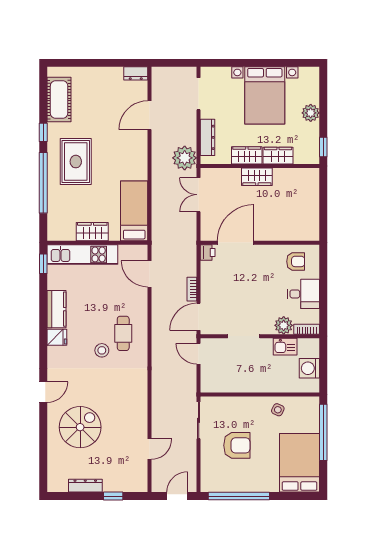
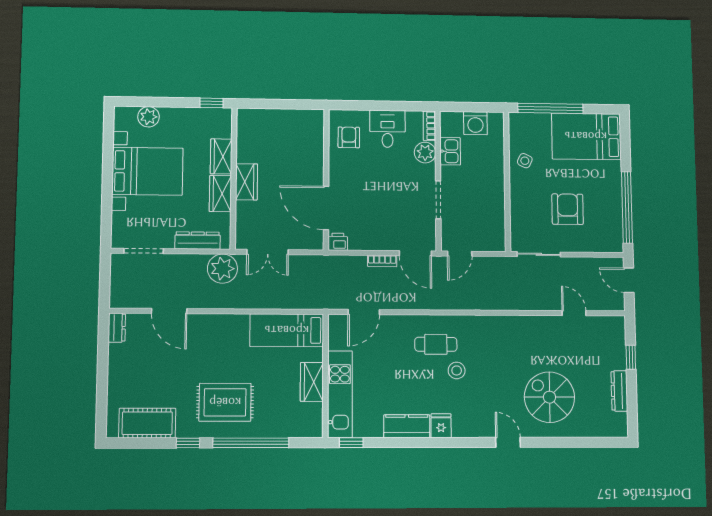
plant: (311, 113) -> (149, 117), moved

